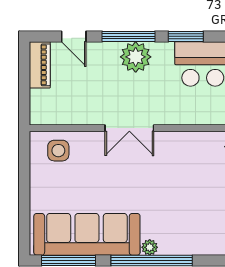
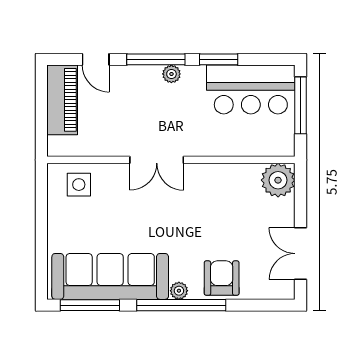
plant: (136, 57) -> (171, 74), width x0.53, depth x0.53
piano: (40, 65) -> (62, 100), width x1.37, depth x1.33
armchair: (189, 236) -> (222, 278), added

